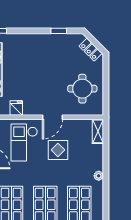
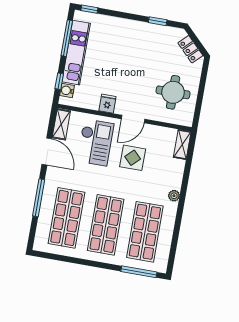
fridge: (16, 108) -> (107, 104), moved
checkout: (24, 142) -> (95, 142), turned 180

